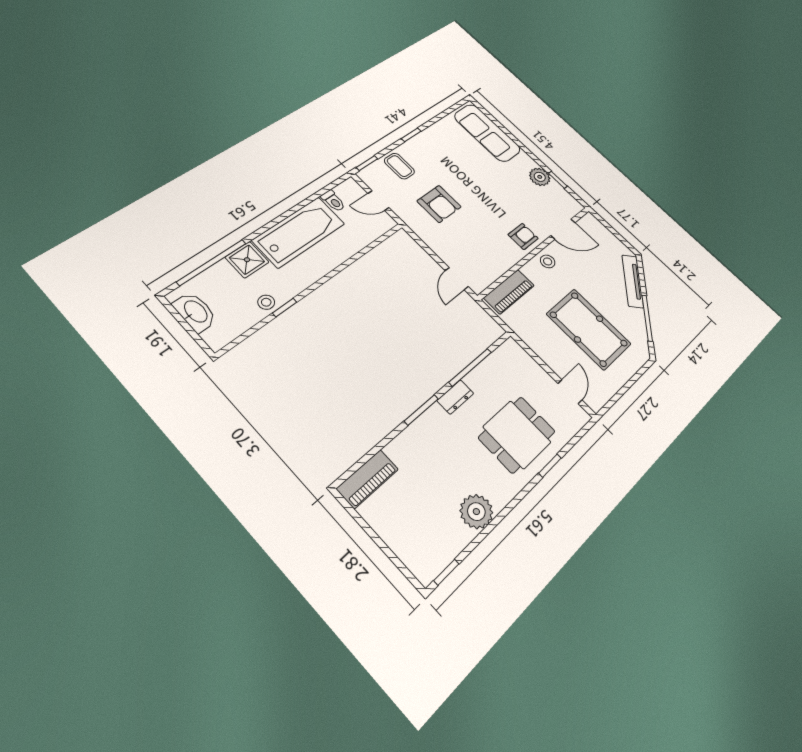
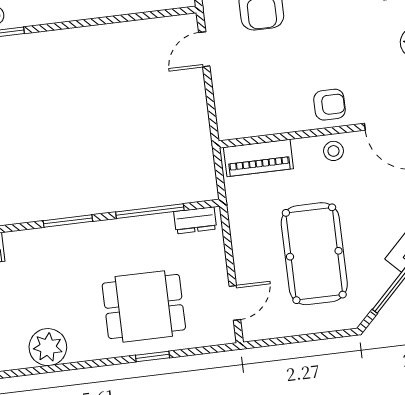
door: (457, 279) -> (204, 49), moved
dresser: (455, 397) -> (195, 220), moved

